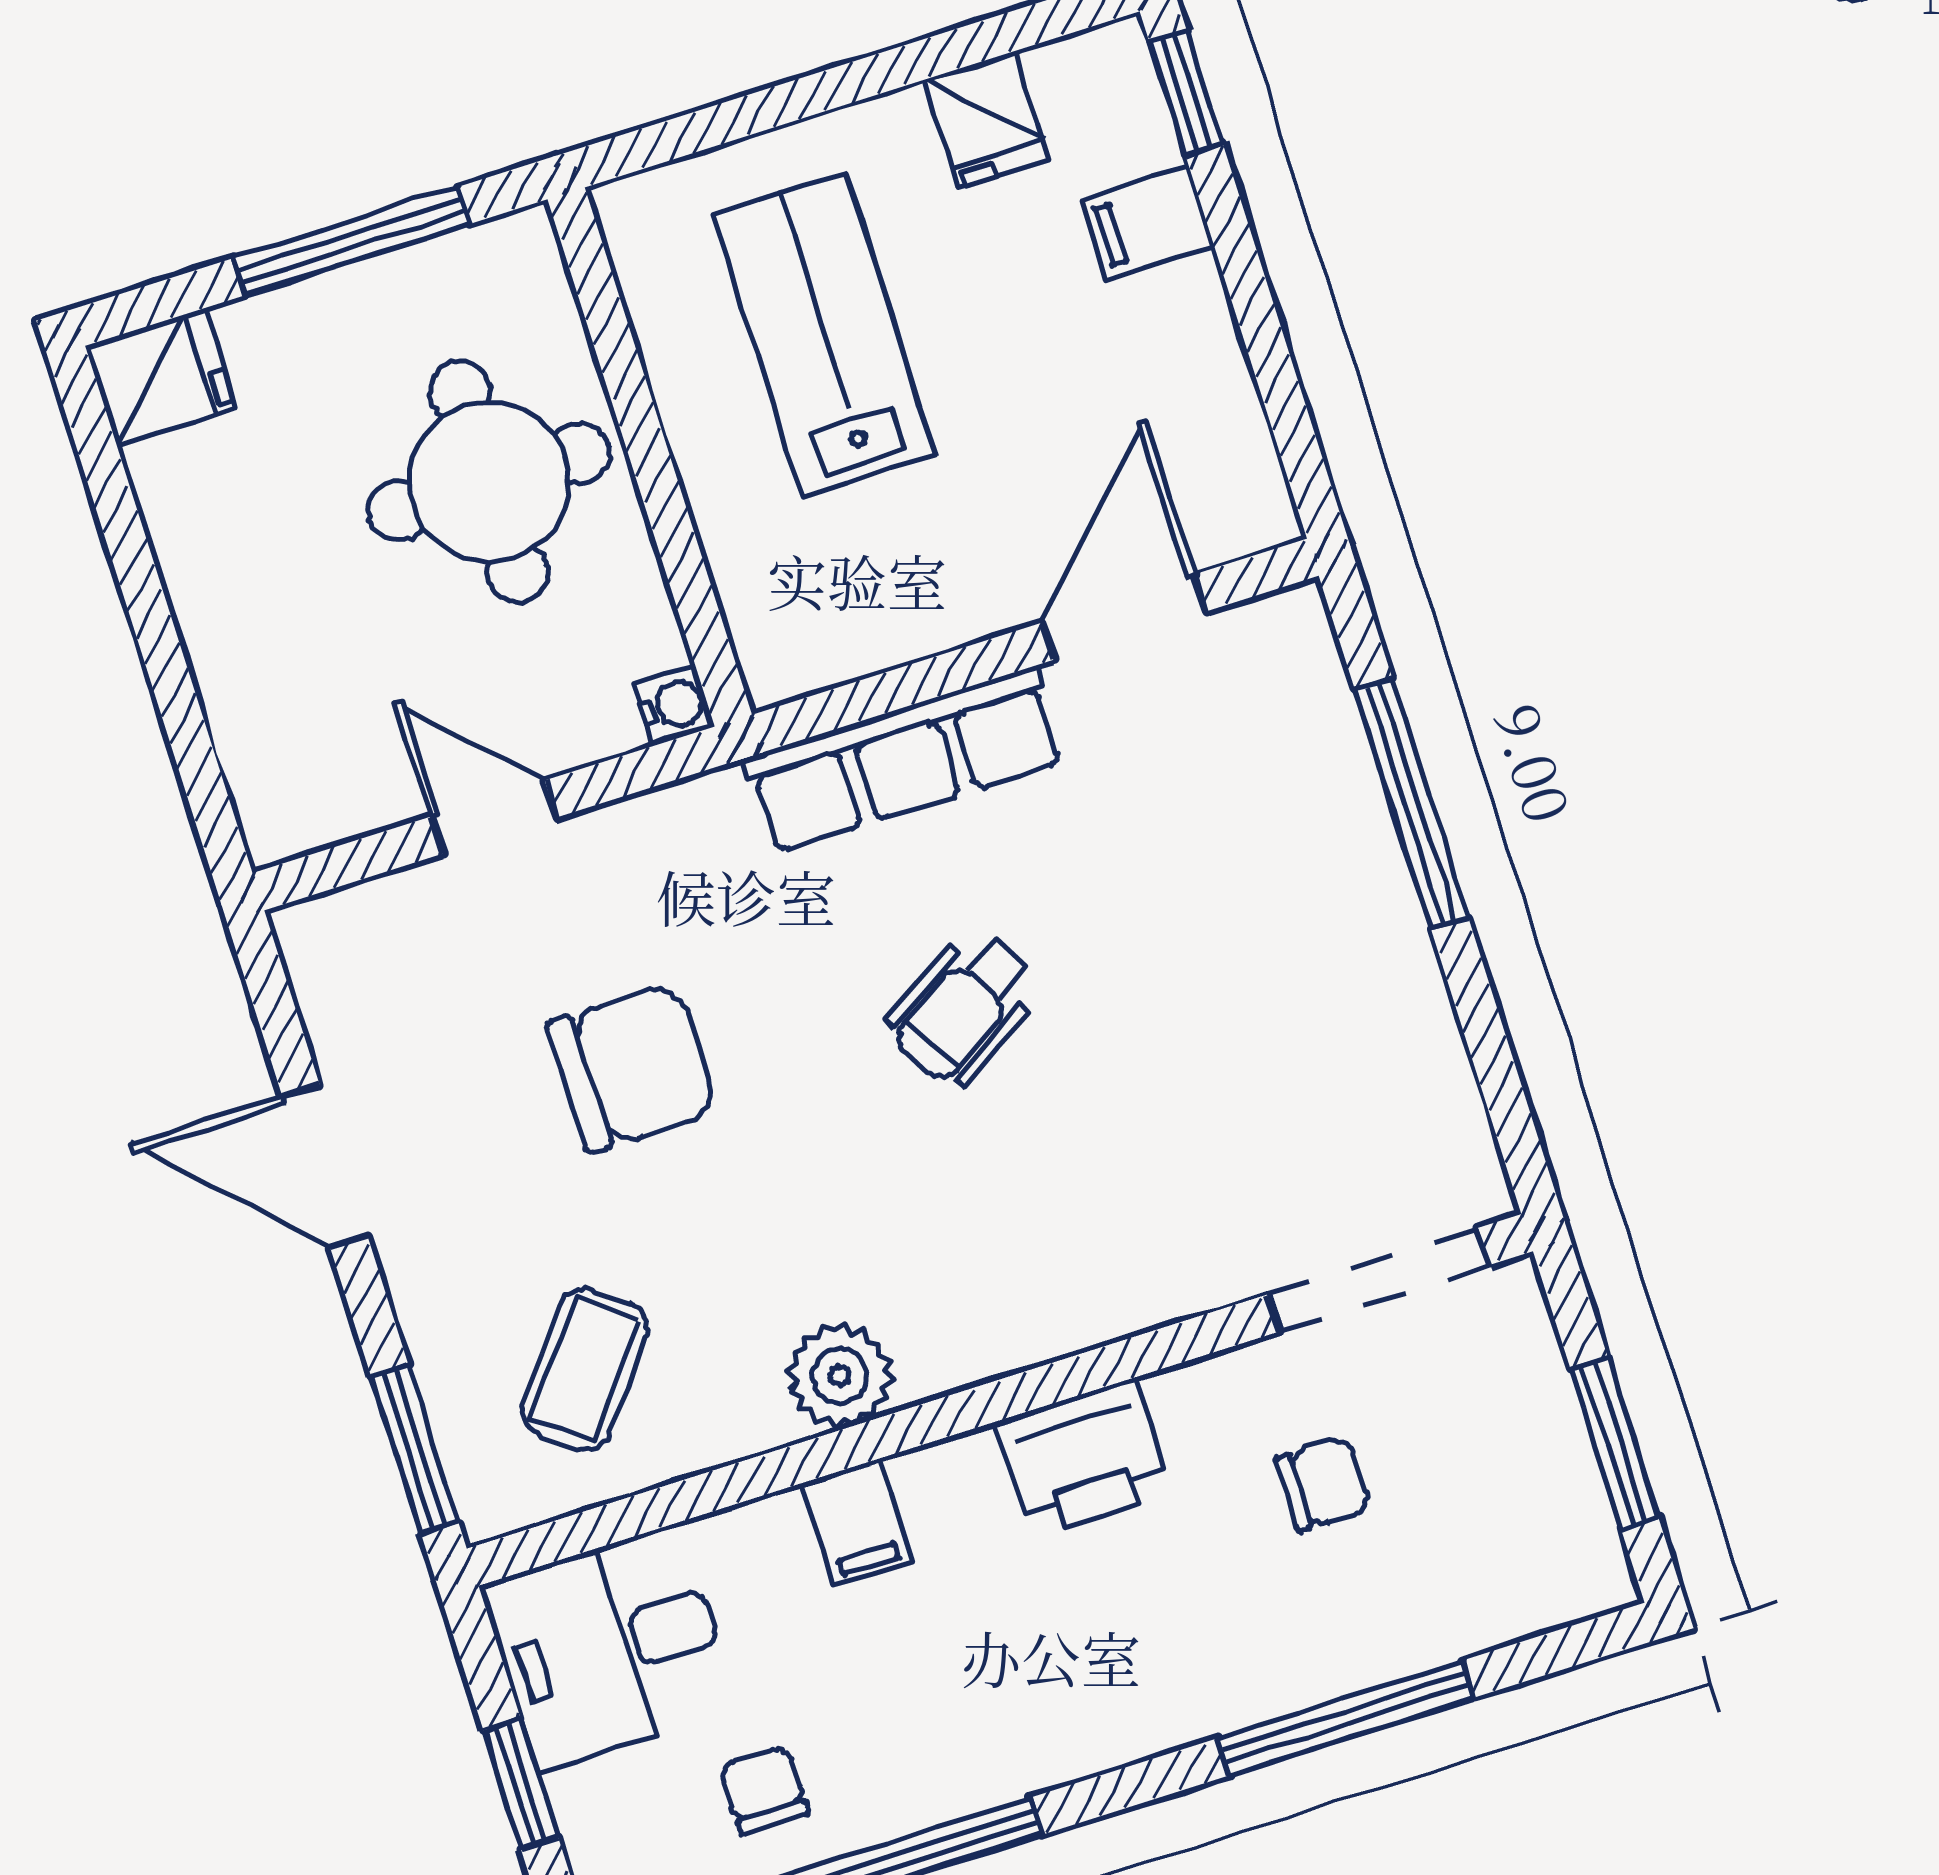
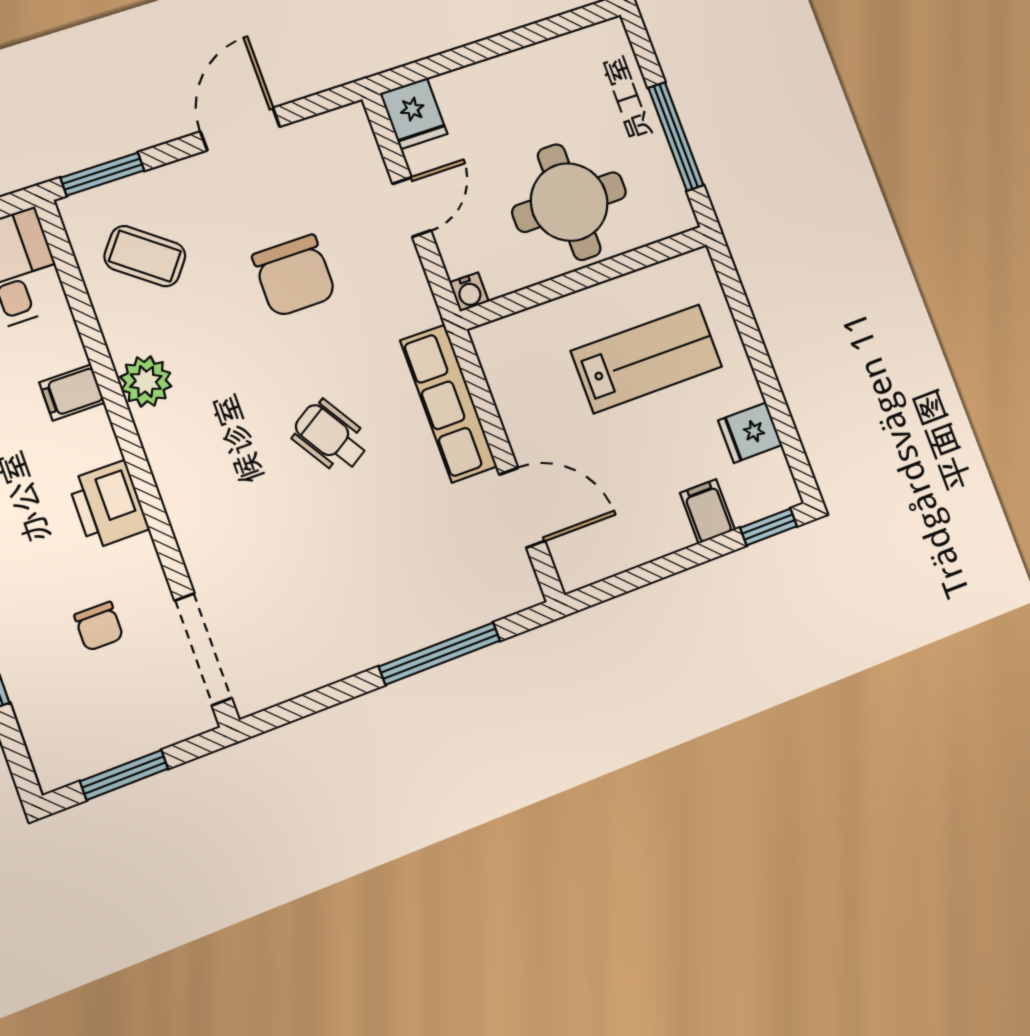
fridge: (161, 377) -> (414, 114), moved

